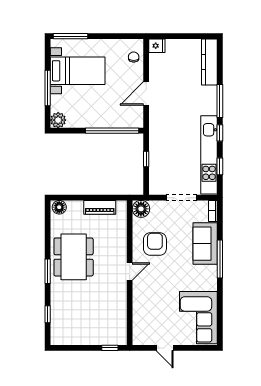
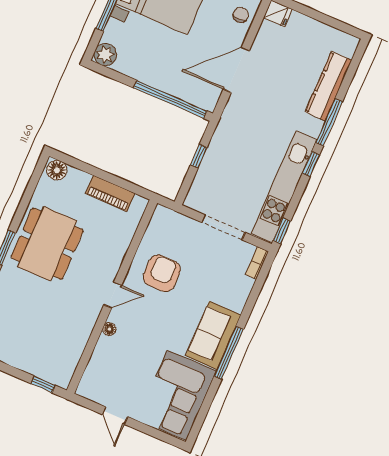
kitchen counter: (209, 62) -> (328, 86), moved
door: (146, 93) -> (236, 70), width x1.36
window: (220, 166) -> (282, 231), moved
floor lamp: (141, 209) -> (109, 329), moved, width x0.53, depth x0.53
sofa: (205, 244) -> (213, 335), moved
window: (220, 259) -> (229, 353), moved

